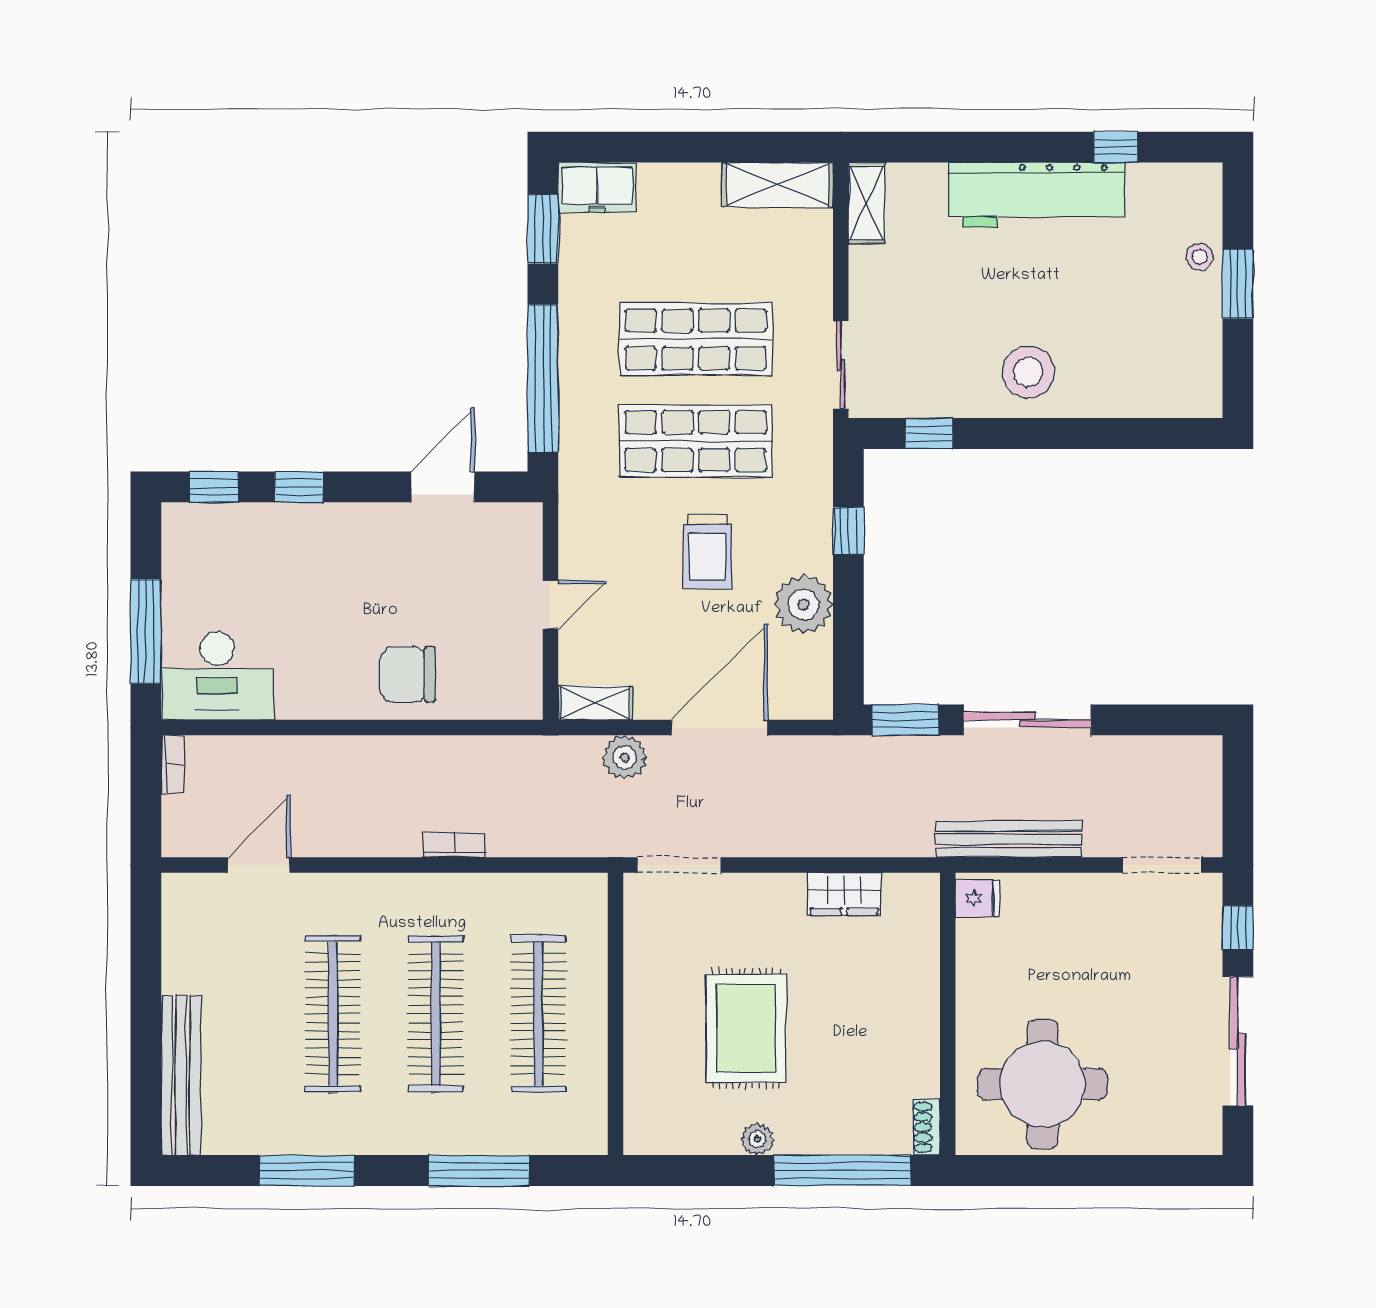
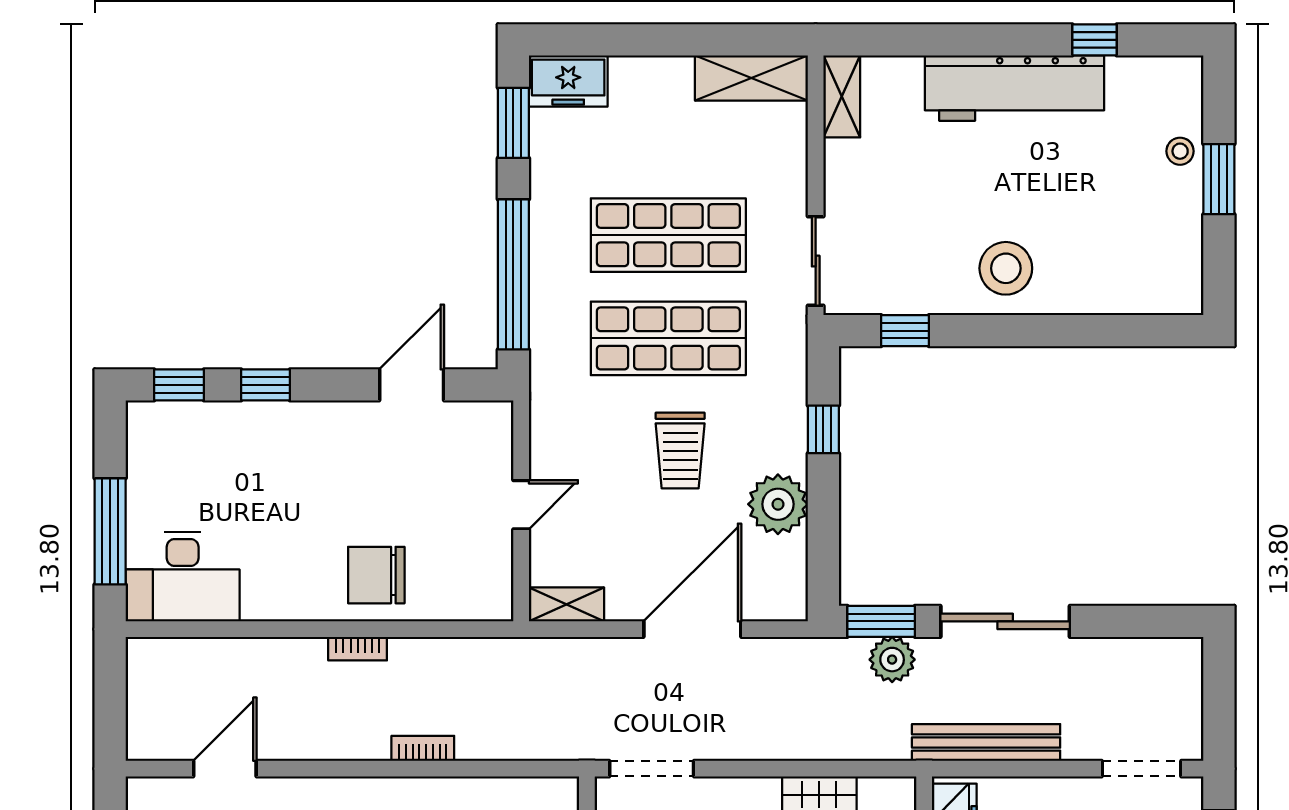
plant: (625, 757) -> (892, 660), moved
bookcase: (173, 764) -> (358, 649), moved, turned 90

